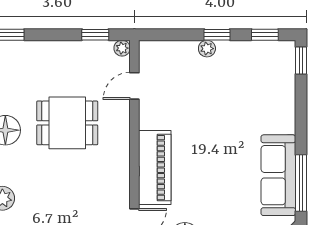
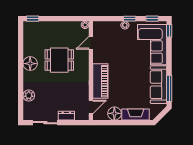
window: (95, 35) -> (72, 19), removed
corner sofa: (265, 90) -> (152, 45), added

